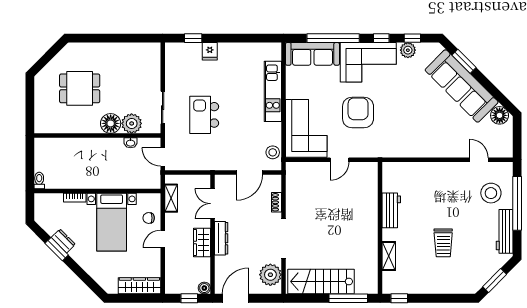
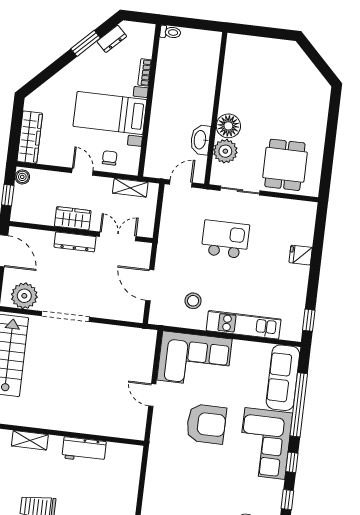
window: (193, 38) -> (309, 320), moved
plant: (408, 50) -> (274, 493), removed
dining table: (80, 88) -> (285, 165), moved
washbasin: (131, 143) -> (200, 140), width x1.91, depth x1.45
stool: (273, 152) -> (193, 301), moved
shoe rack: (277, 202) -> (110, 313), removed
dresser: (63, 241) -> (112, 39), moved
boiler: (204, 288) -> (22, 177), moved

